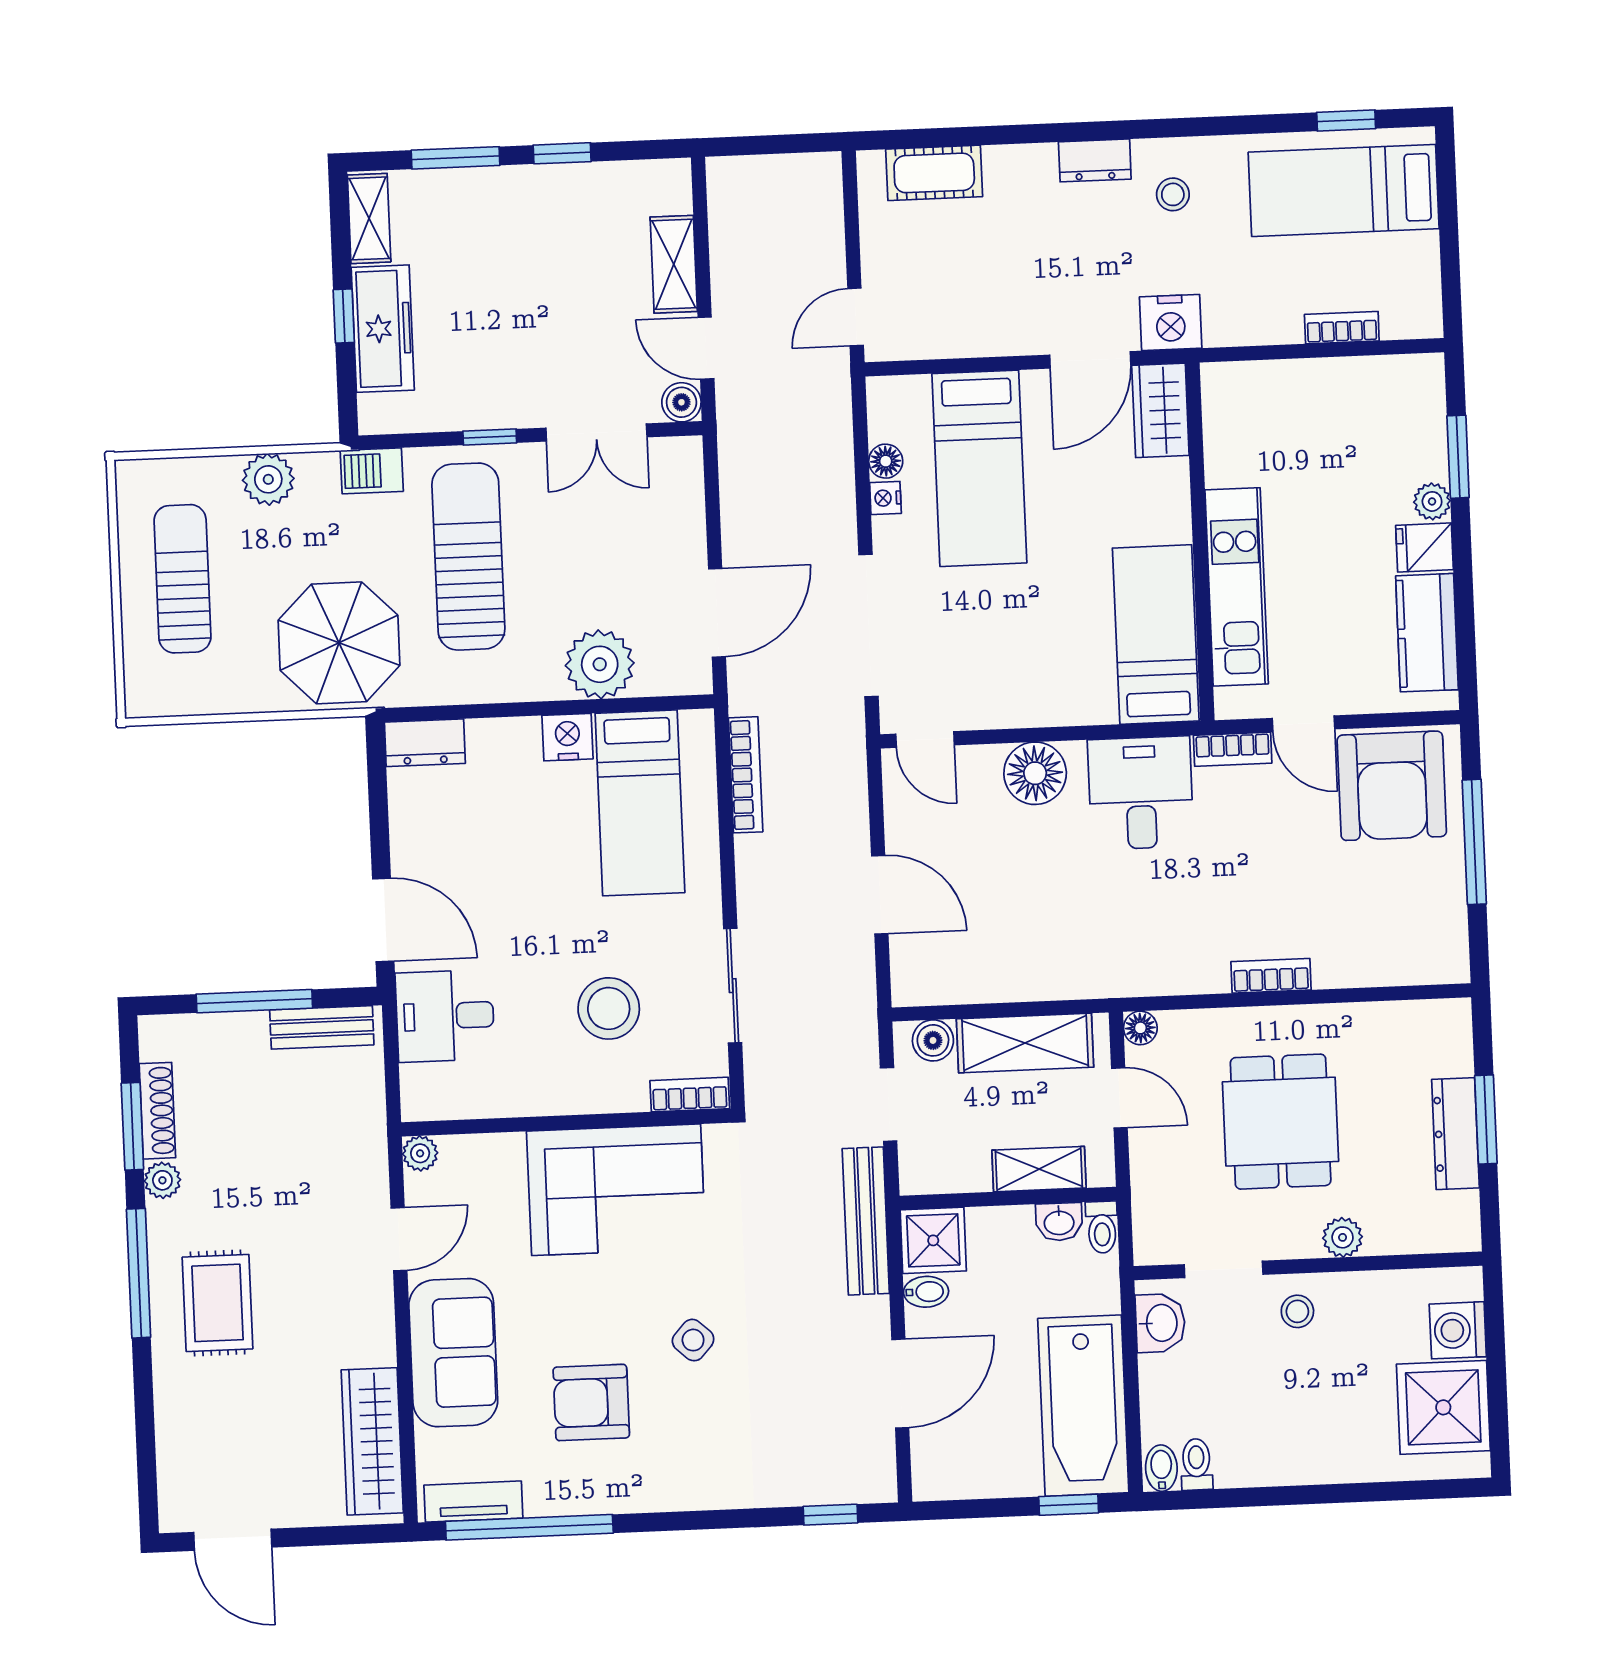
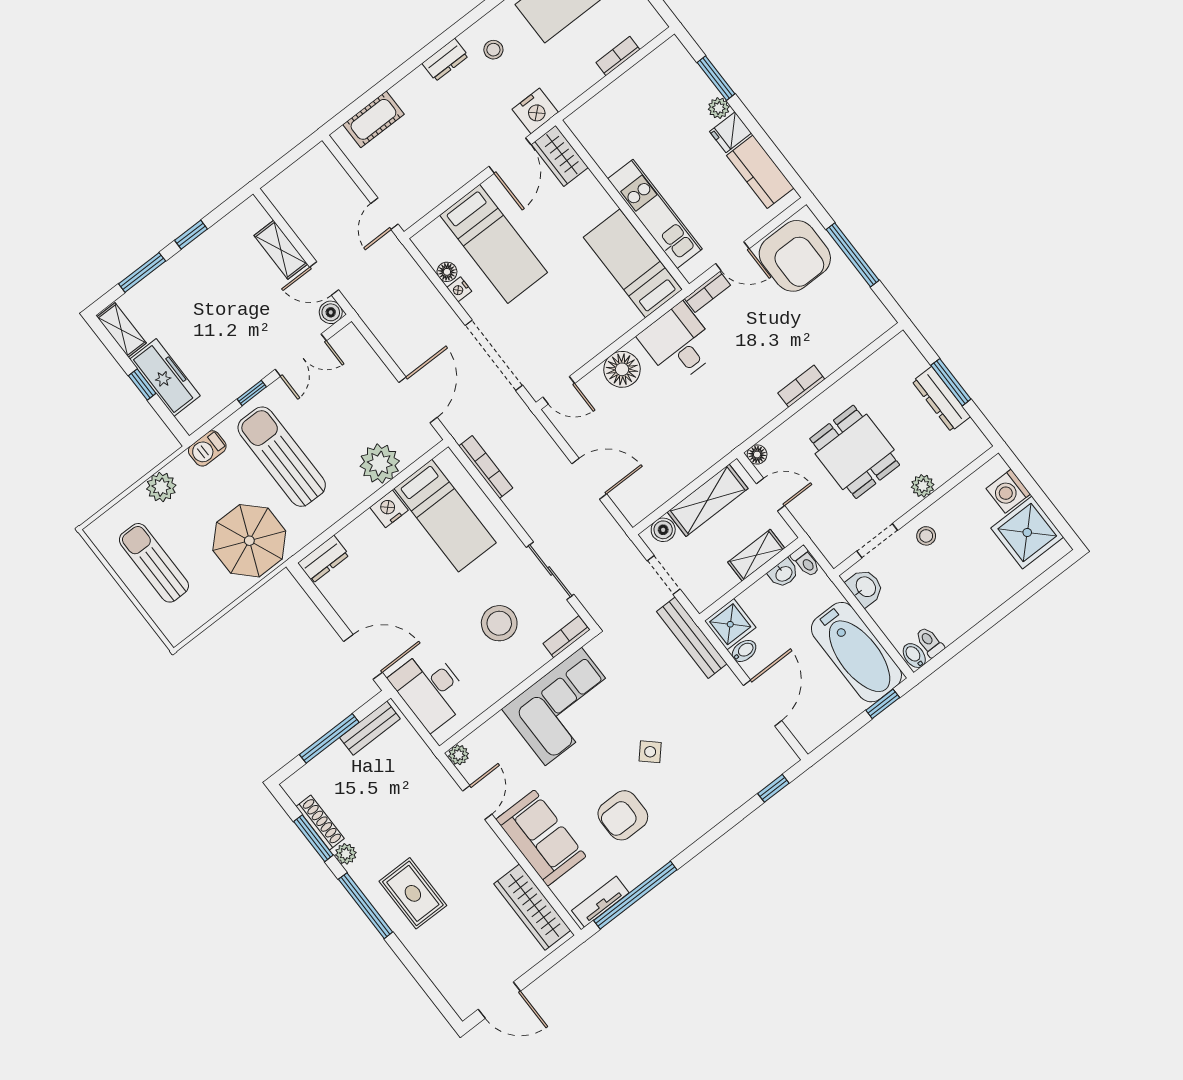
desk: (445, 1016) -> (430, 689), width x1.37

